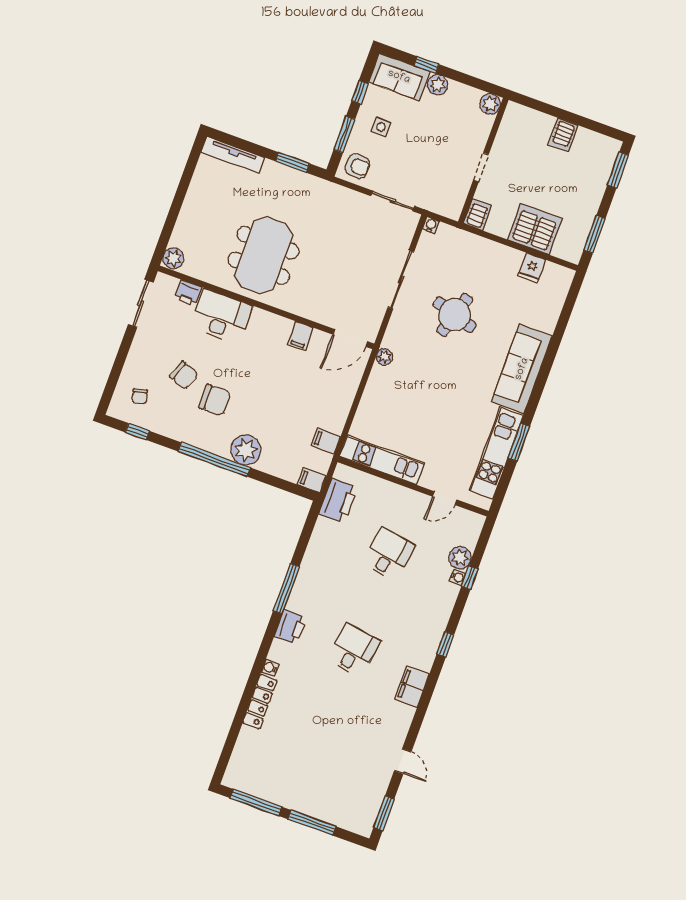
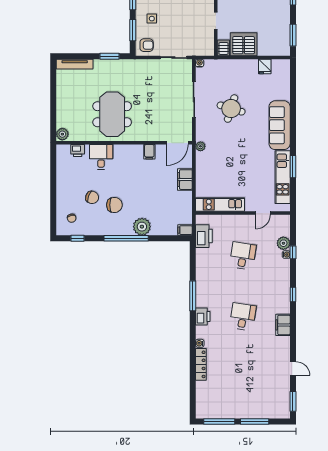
server rack: (535, 229) -> (244, 44), moved
sliding door: (141, 303) -> (53, 166), removed
desk: (221, 316) -> (101, 157), width x0.73
filing cabinet: (326, 441) -> (185, 180), moved, width x2.00

